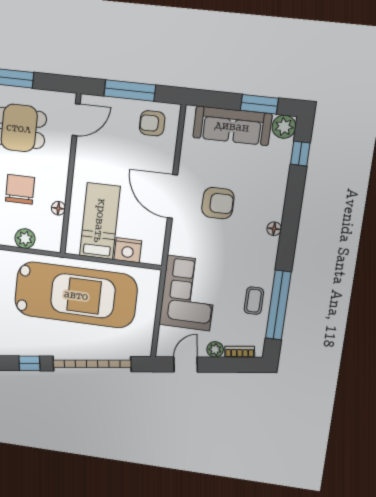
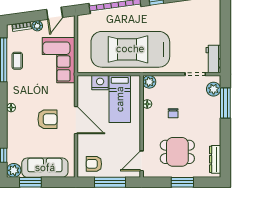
armchair: (152, 123) -> (94, 164), turned 180
chair: (20, 189) -> (173, 113), width x0.54, depth x0.54
armchair: (218, 203) -> (47, 119), turned 180
plant: (25, 239) -> (149, 82), moved

